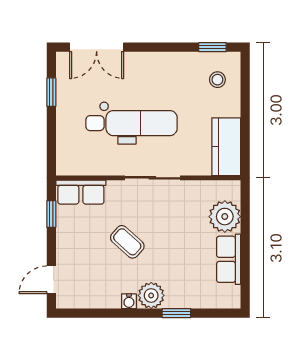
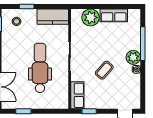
window: (245, 98) -> (27, 6), added
window: (176, 313) -> (143, 44), width x2.17

